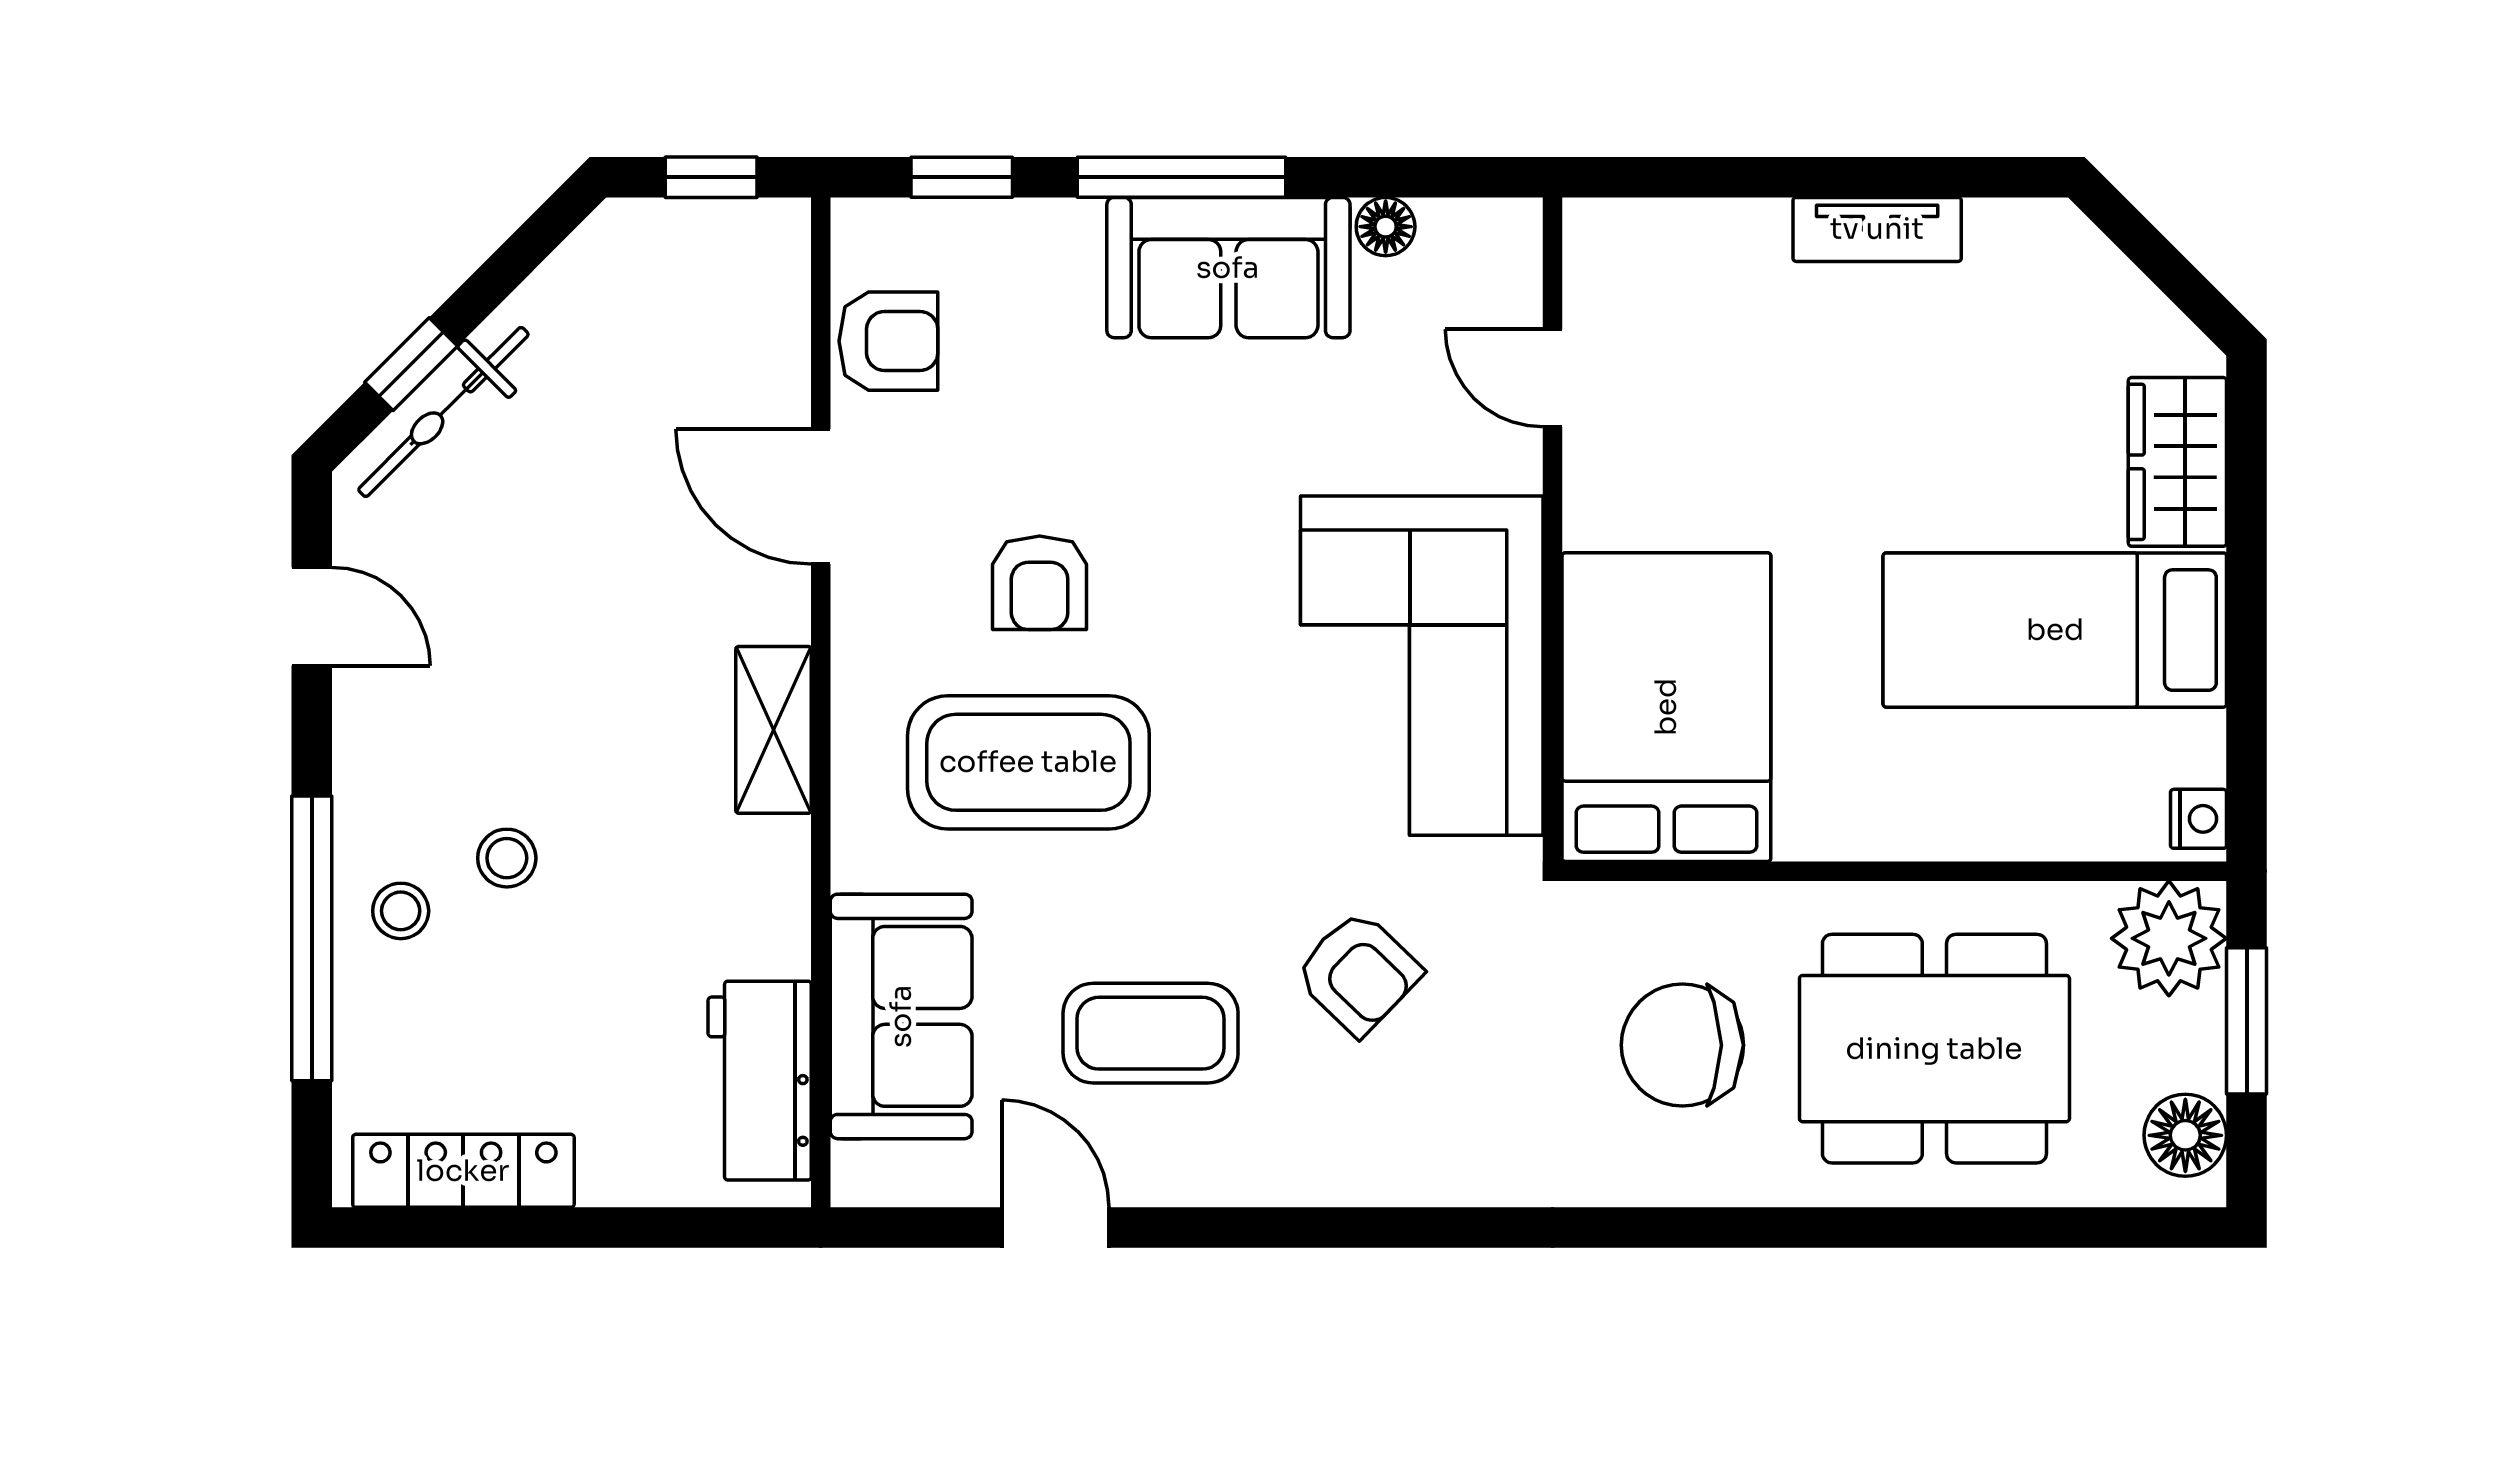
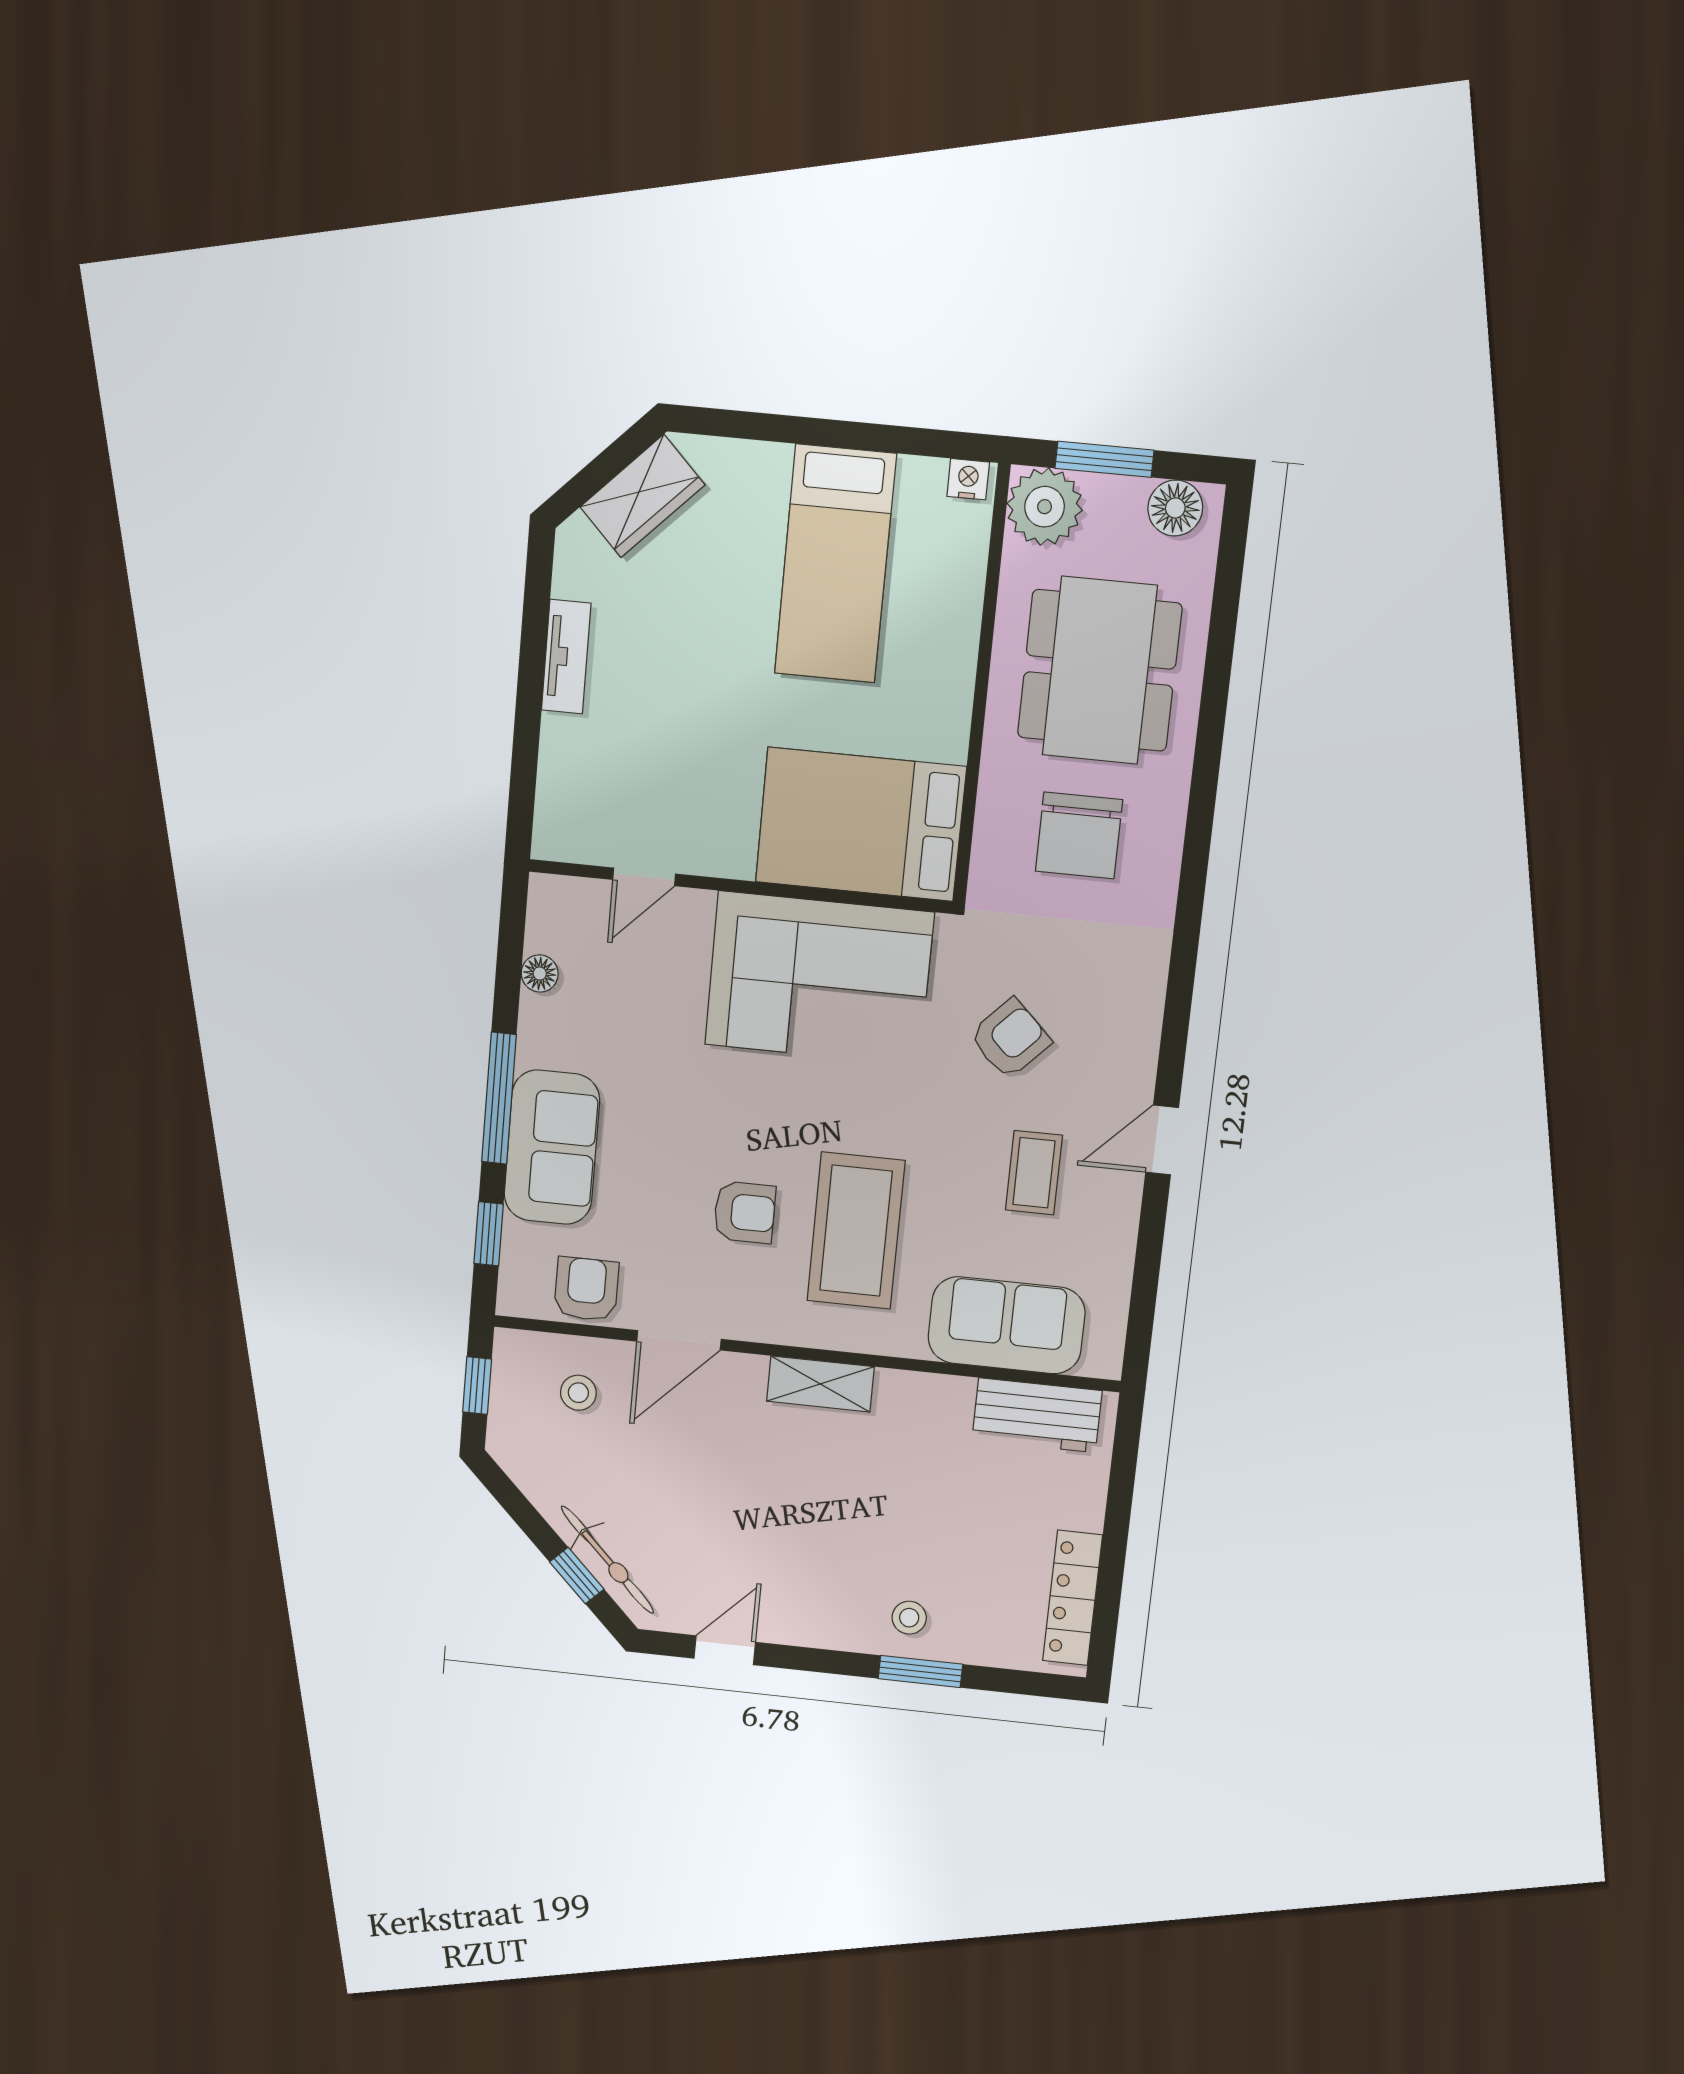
sofa: (1228, 268) -> (552, 1147), moved
wardrobe: (2177, 462) -> (642, 496), moved, turned -45
stool: (507, 858) -> (578, 1393), moved
window: (312, 938) -> (920, 1671), width x0.47
coffee table: (1151, 1033) -> (1034, 1173), width x0.73, depth x0.77
door: (1055, 1228) -> (1162, 1140), moved

